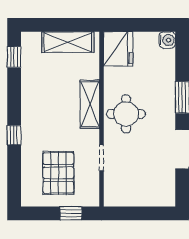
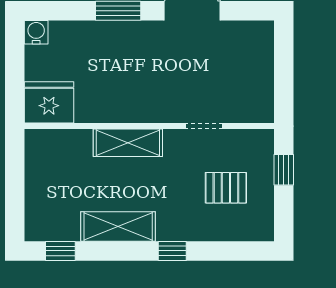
shelving: (68, 42) -> (118, 226), moved, turned 90
round table: (126, 114) -> (142, 91), removed
pallet: (58, 173) -> (226, 188), width x0.67, depth x0.71

